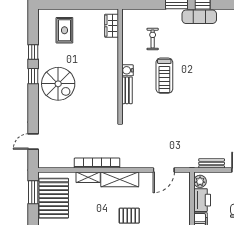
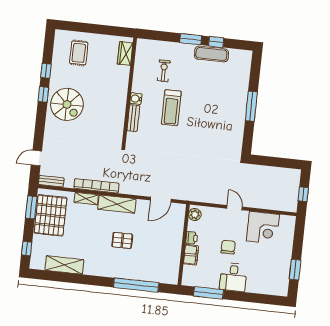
bench: (212, 163) -> (51, 181), moved
printer: (202, 200) -> (192, 238), width x0.53, depth x0.68

